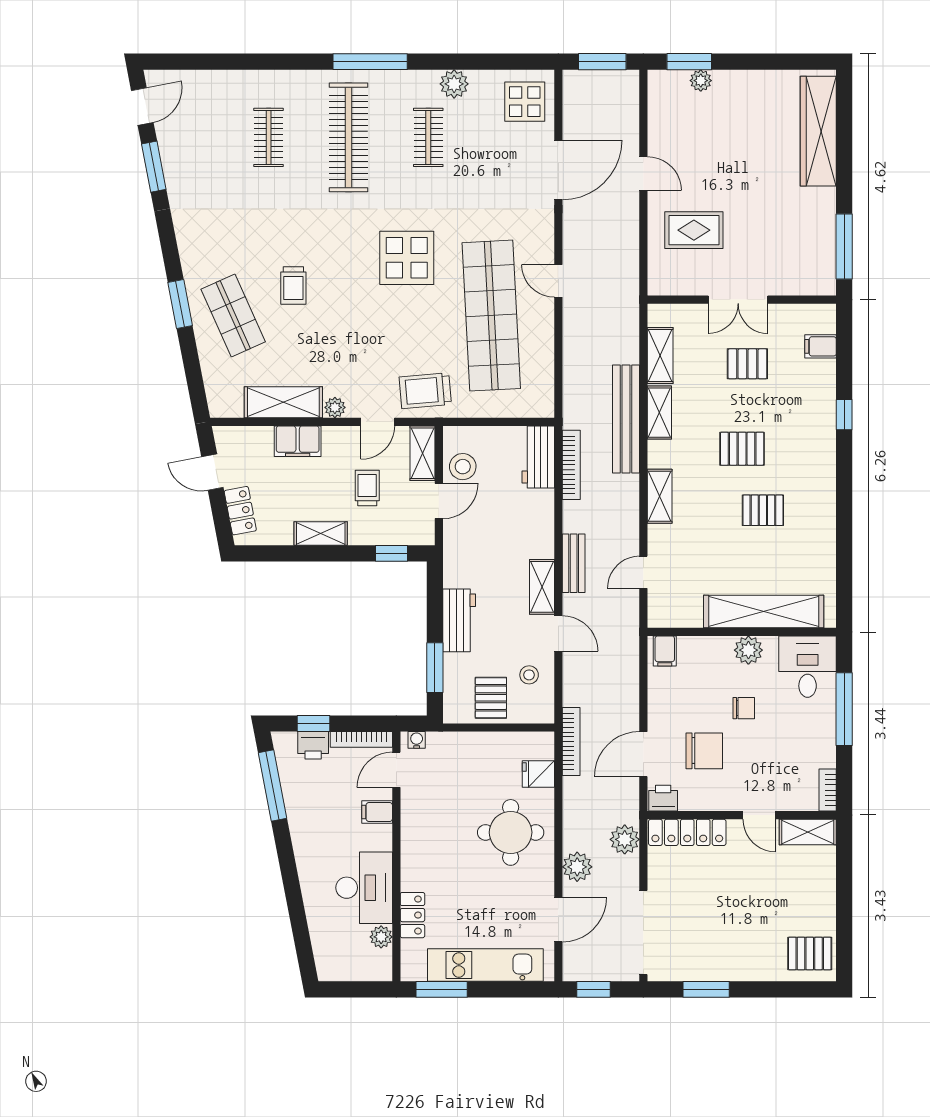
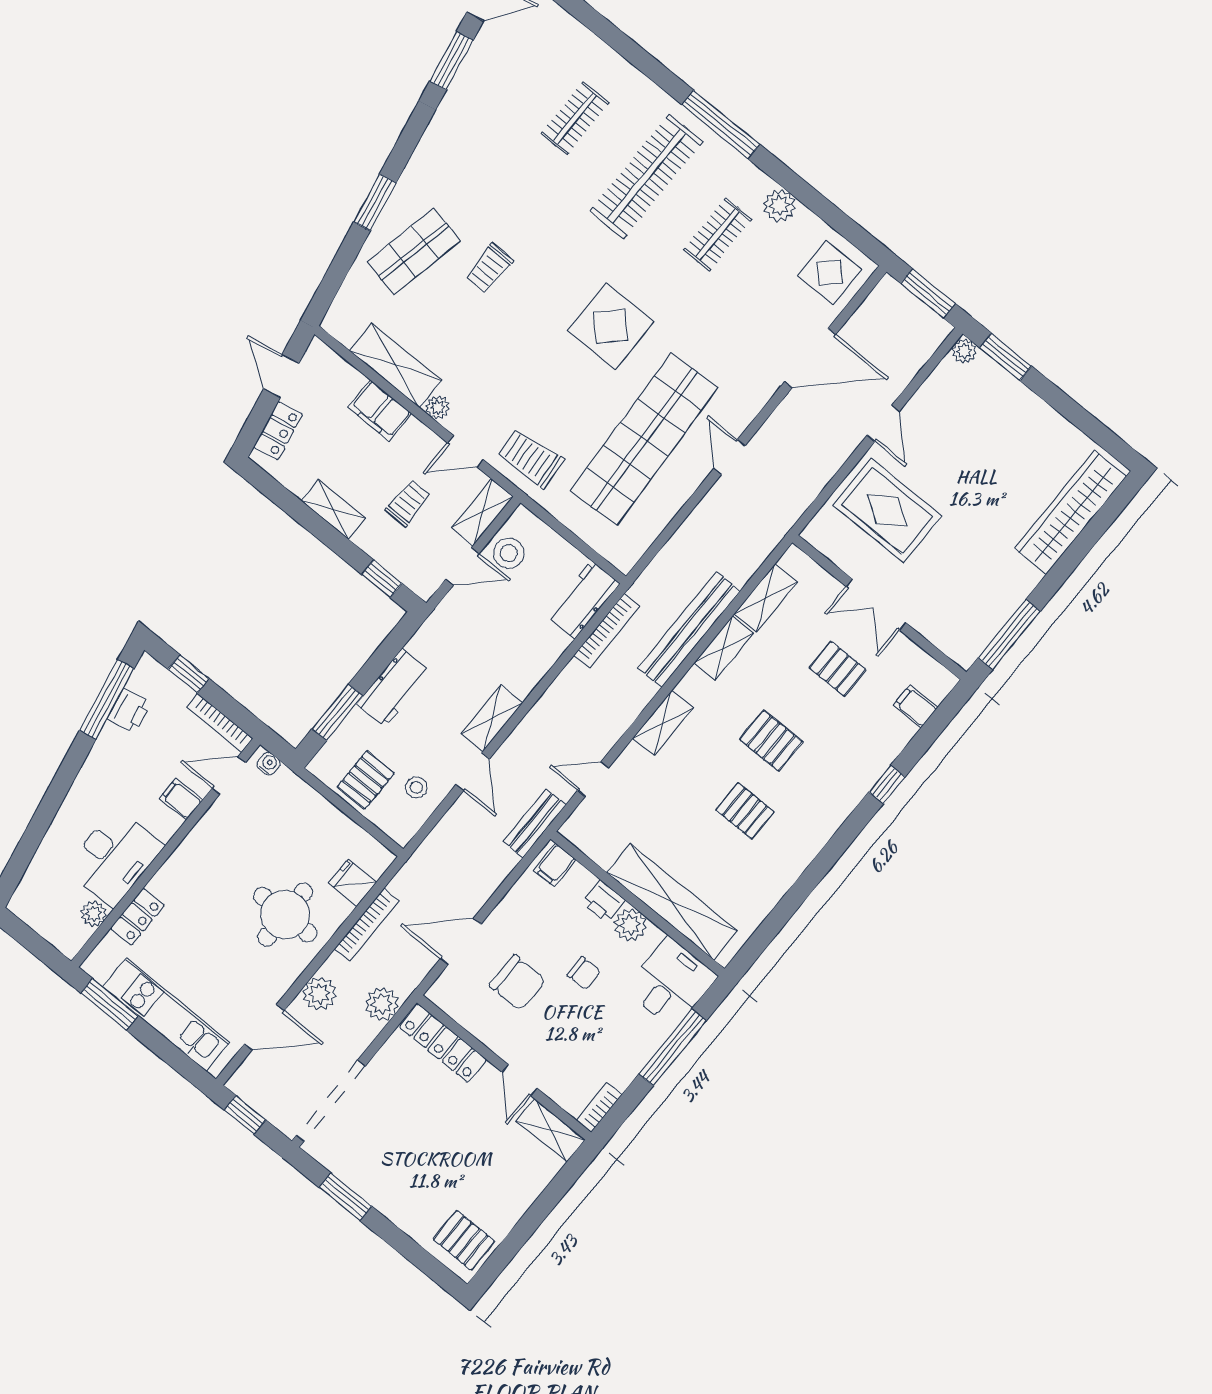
plant: (701, 81) -> (964, 351), moved
rug: (694, 230) -> (887, 510), width x1.36, depth x1.43
shop shelf: (233, 316) -> (414, 251), turned 36
bench: (574, 563) -> (535, 823), moved
bookcase: (571, 741) -> (367, 925), moved
printer: (313, 745) -> (129, 711), moved, turned -101
printer: (663, 798) -> (604, 901), moved, turned 180

